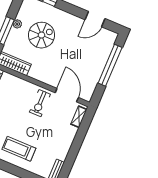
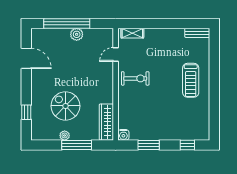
plant: (97, 70) -> (77, 34), added
door: (67, 95) -> (116, 55), width x0.53

